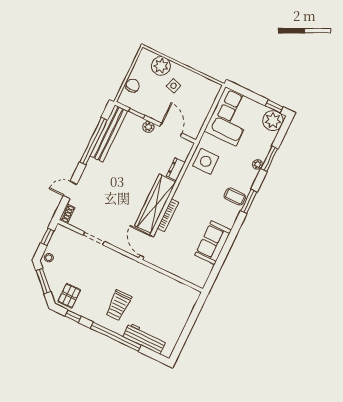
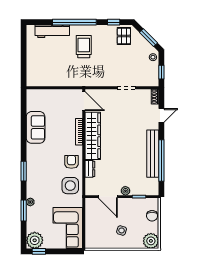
plant: (161, 66) -> (151, 241), moved
bench: (109, 133) -> (153, 154), moved
armchair: (192, 186) -> (71, 162), added
coffee table: (235, 197) -> (36, 170), removed

